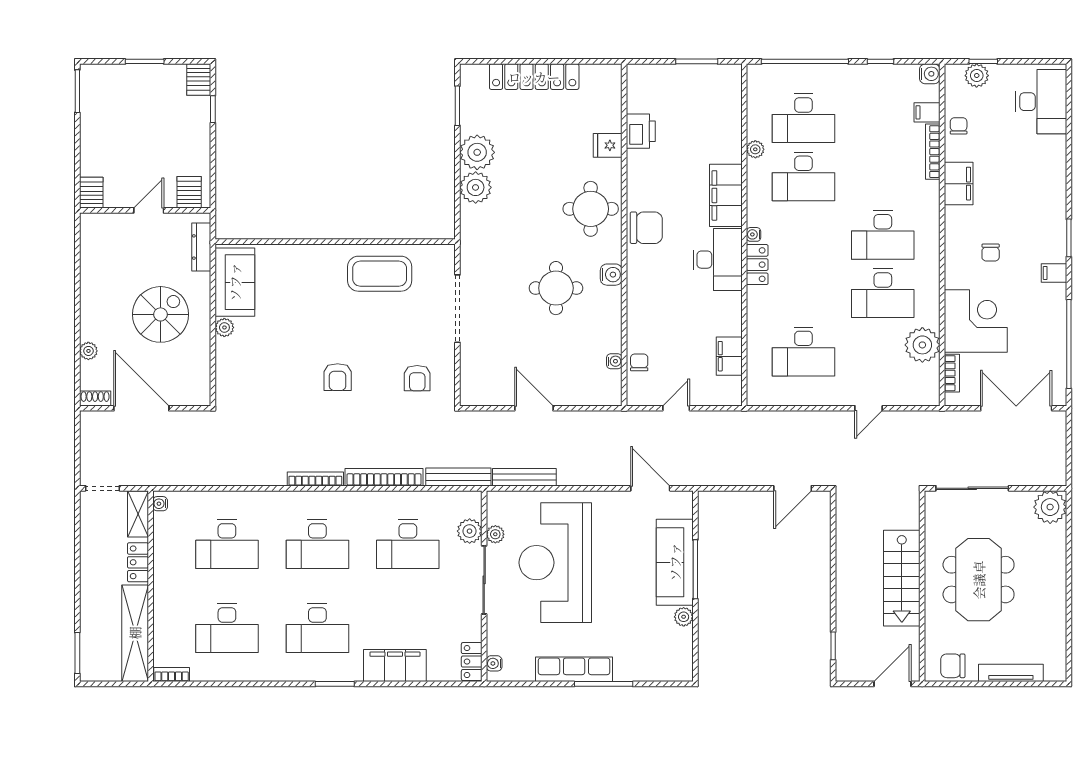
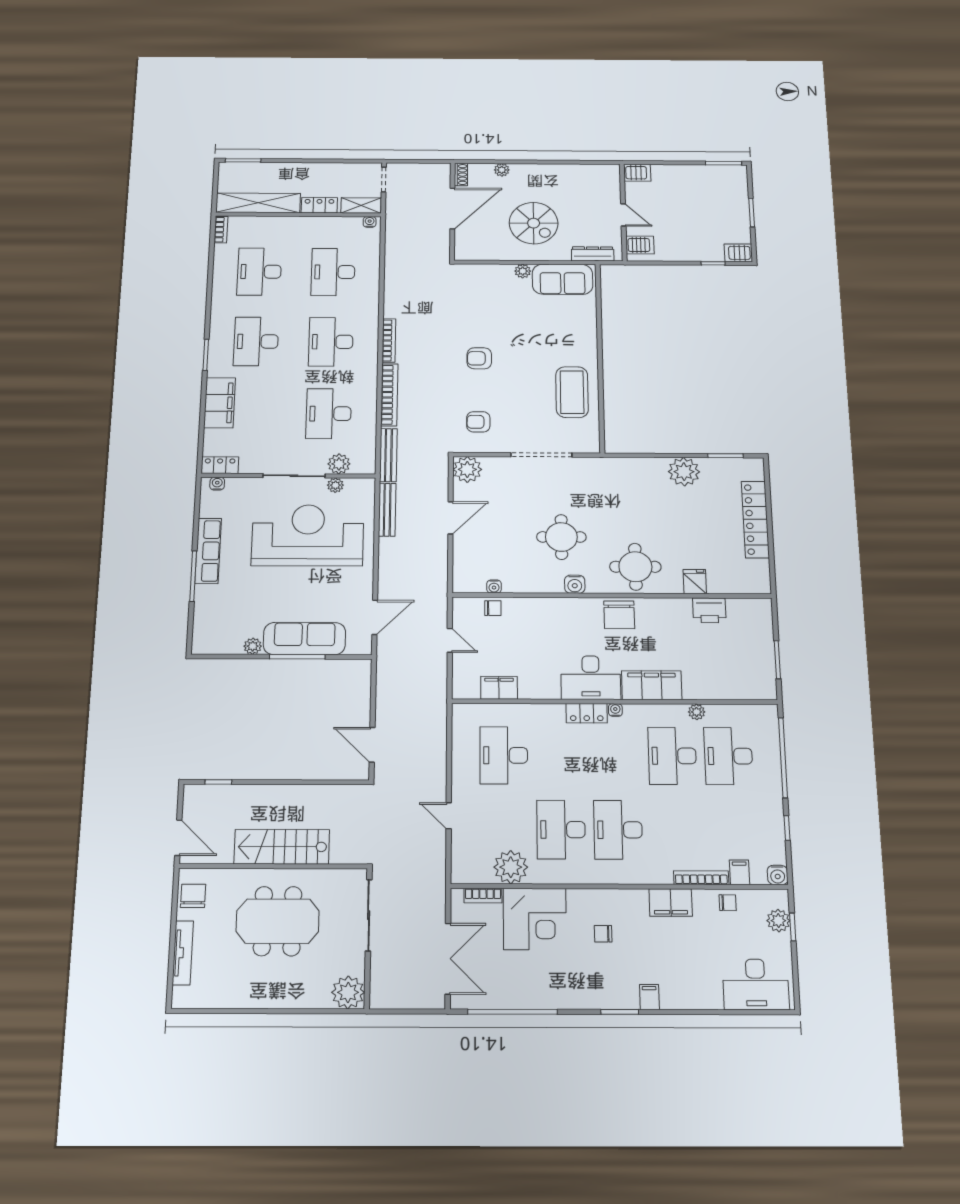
plant: (476, 187) -> (467, 469), moved
filing cabinet: (1054, 273) -> (649, 997), moved

